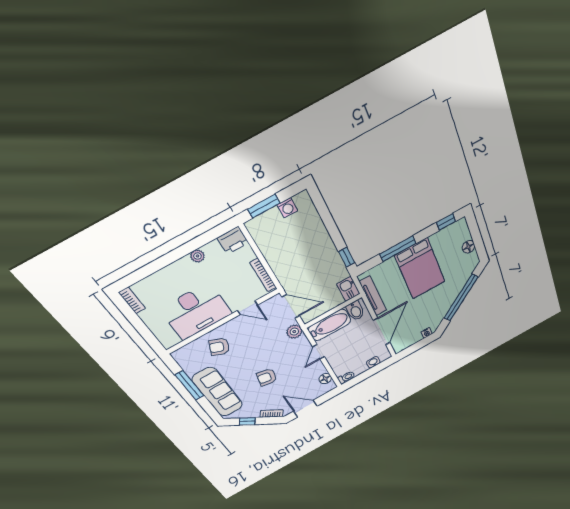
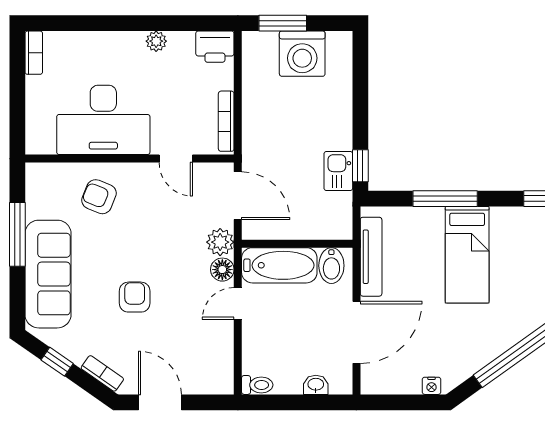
washing machine: (287, 208) -> (302, 54), width x1.89, depth x1.89
bed: (420, 269) -> (467, 255), width x0.67
kitchen sink: (348, 289) -> (338, 171), moved
armchair: (267, 377) -> (135, 297), turned 79
floor lamp: (325, 379) -> (222, 270), moved

